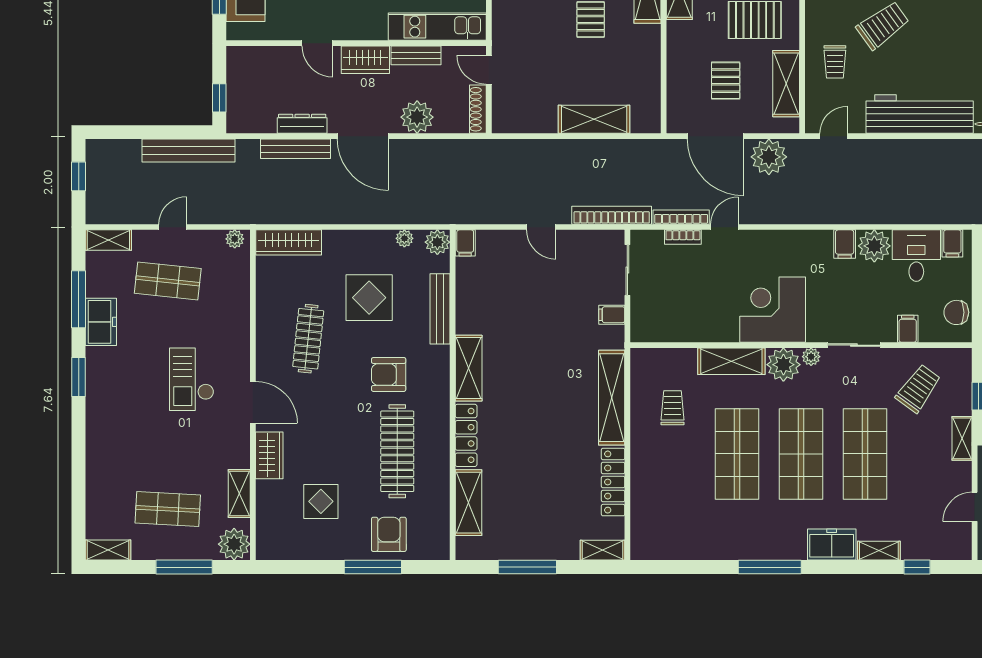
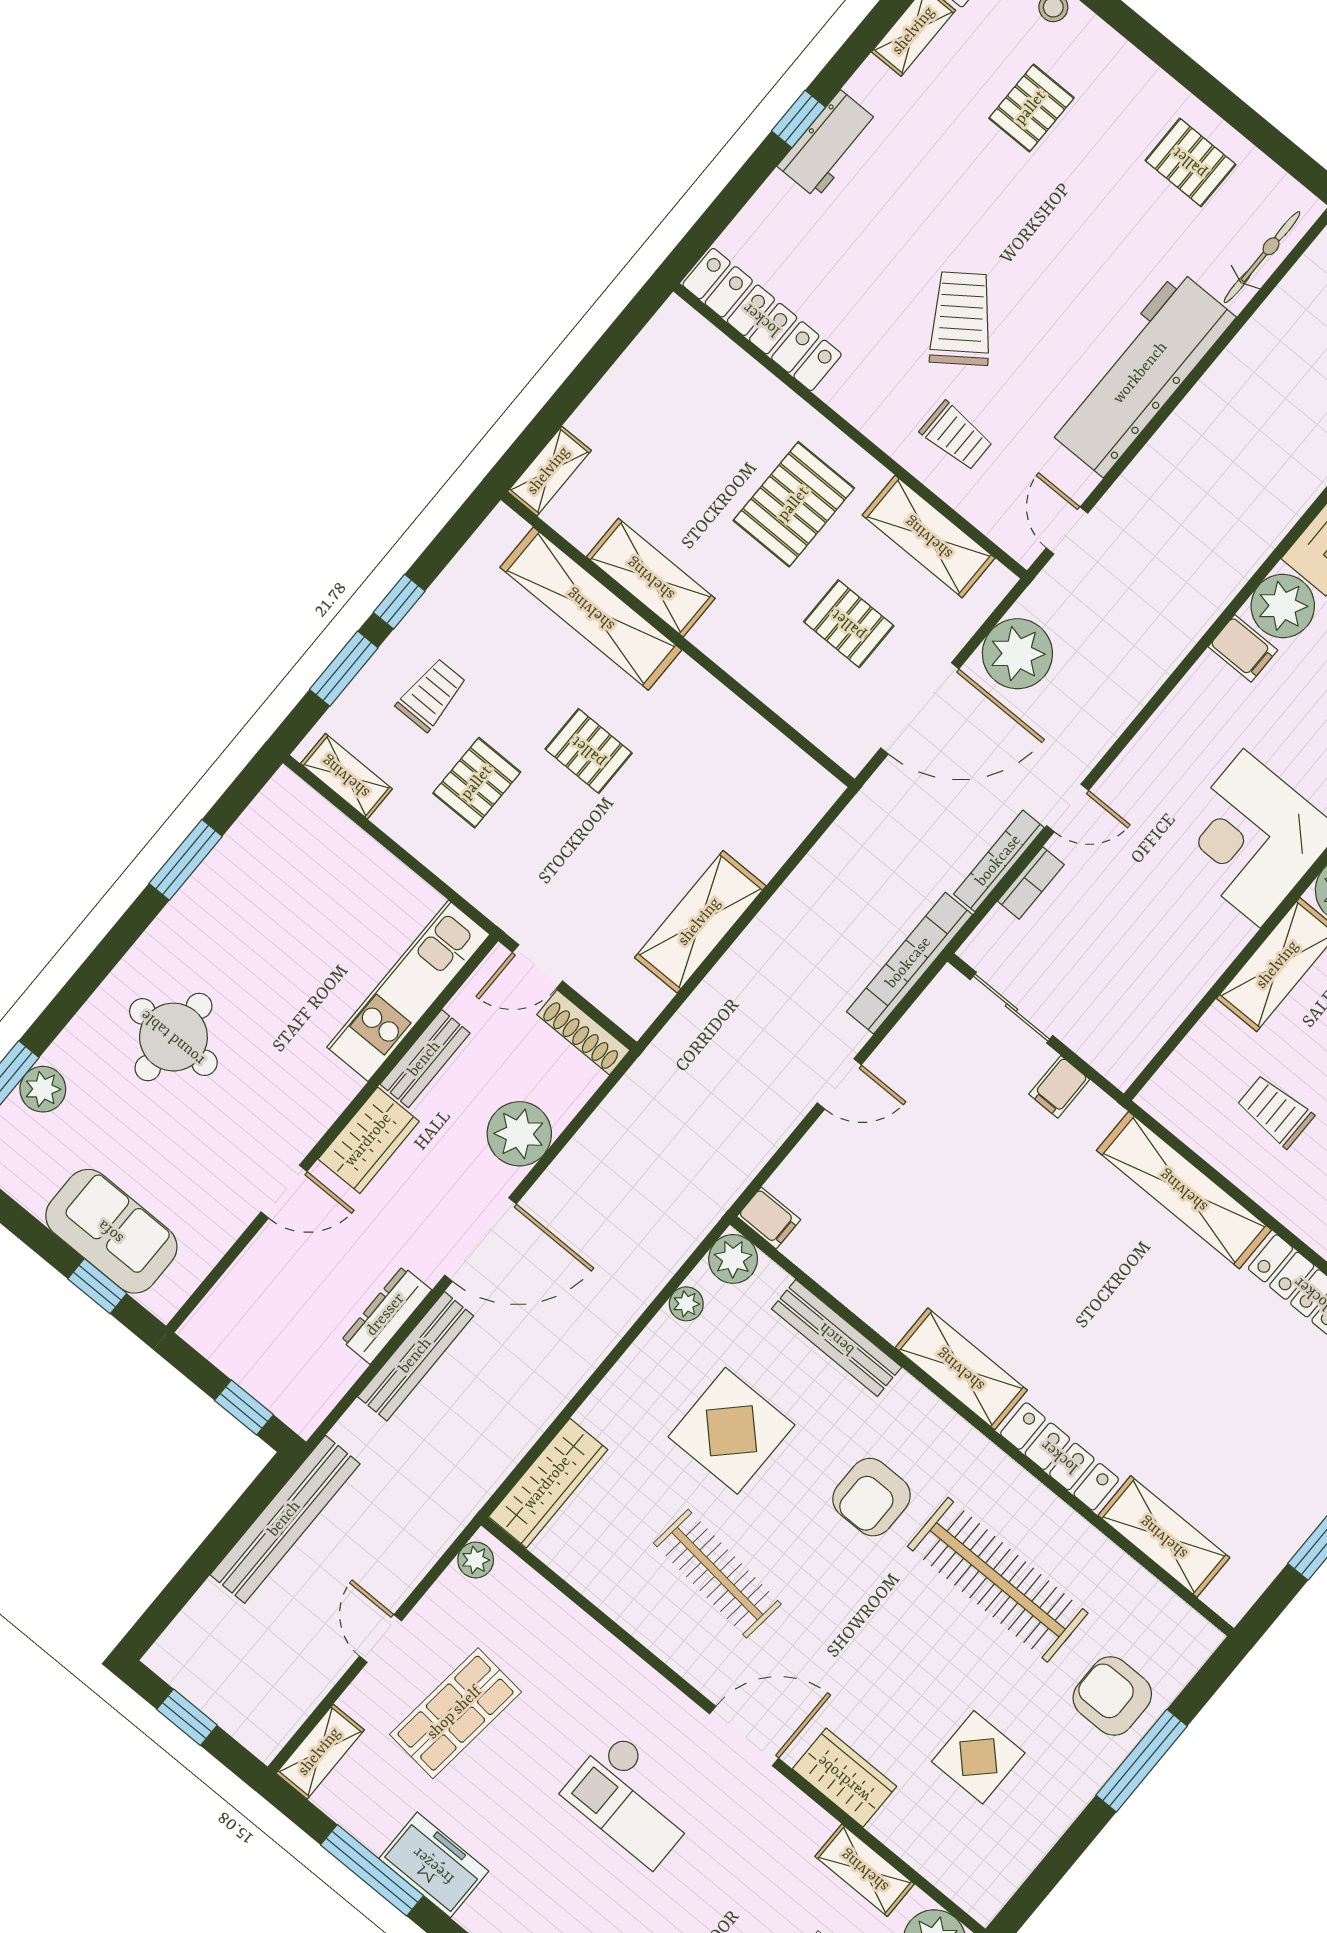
shelving: (594, 119) -> (700, 922), moved
door: (724, 227) -> (1068, 808), swing flipped

